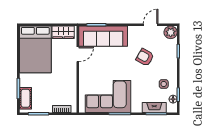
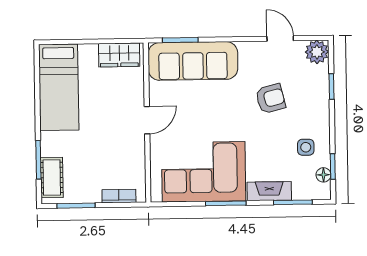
door: (151, 25) -> (280, 38), hinge flipped
bed: (35, 49) -> (59, 87), width x0.67
door: (78, 54) -> (147, 120), moved
armchair: (145, 57) -> (270, 99), turned 136
fireplace: (154, 108) -> (269, 191), moved

